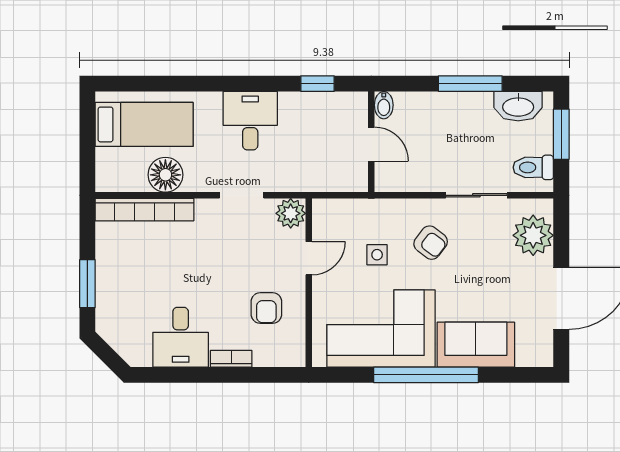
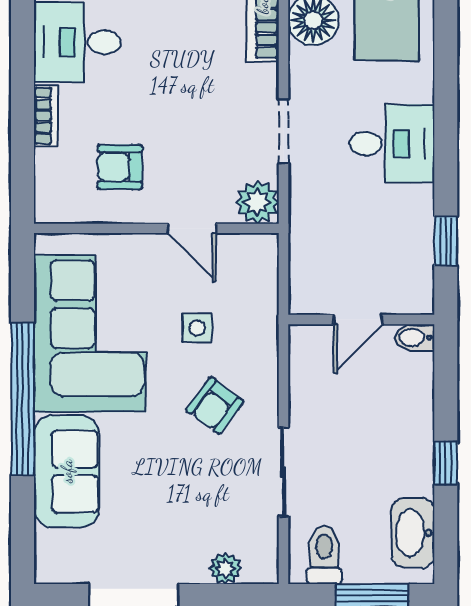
window: (470, 84) -> (446, 463), width x0.46
plant: (533, 235) -> (225, 568), width x0.53, depth x0.53

